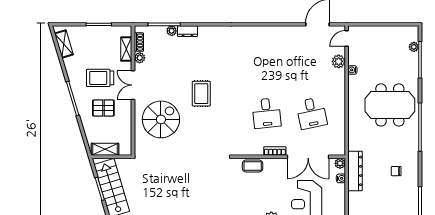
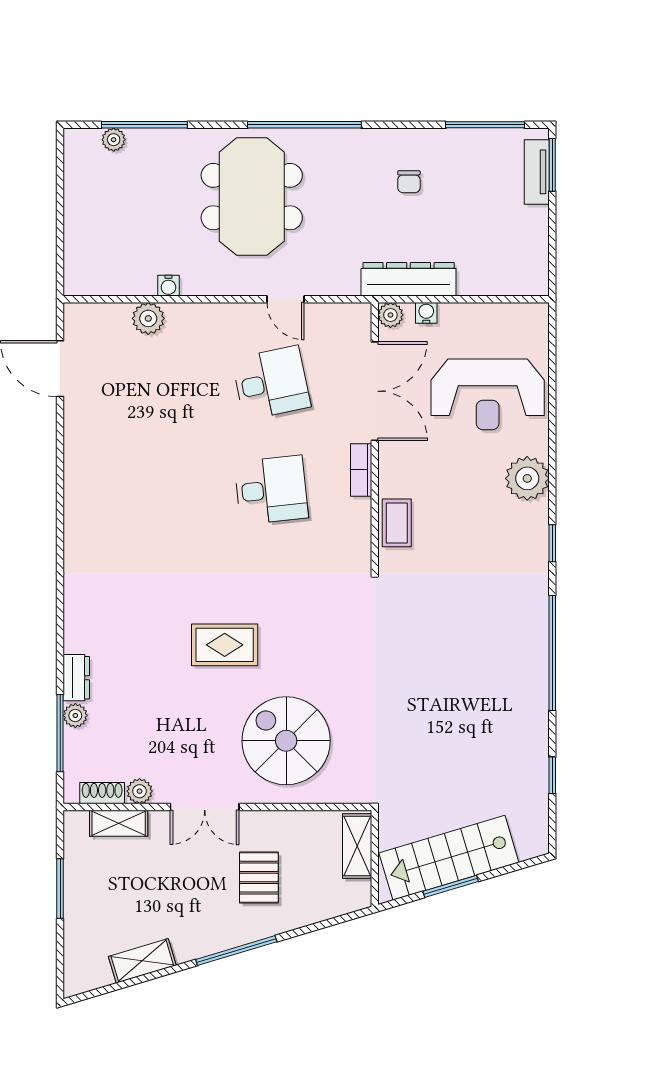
door: (347, 38) -> (286, 299), moved
shelving: (64, 44) -> (142, 961), moved
trolley: (100, 78) -> (187, 885), removed
shelving: (105, 149) -> (357, 846), moved

